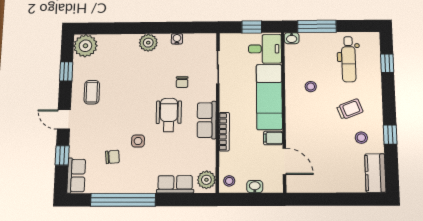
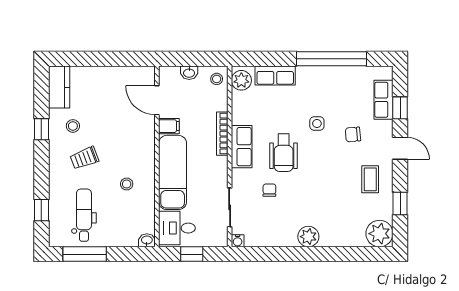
window: (317, 26) -> (85, 254), moved
water cooler: (177, 39) -> (238, 241), moved
chair: (112, 157) -> (353, 135), moved
row of seats: (76, 176) -> (384, 100), moved

